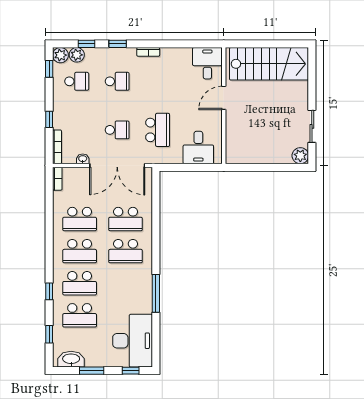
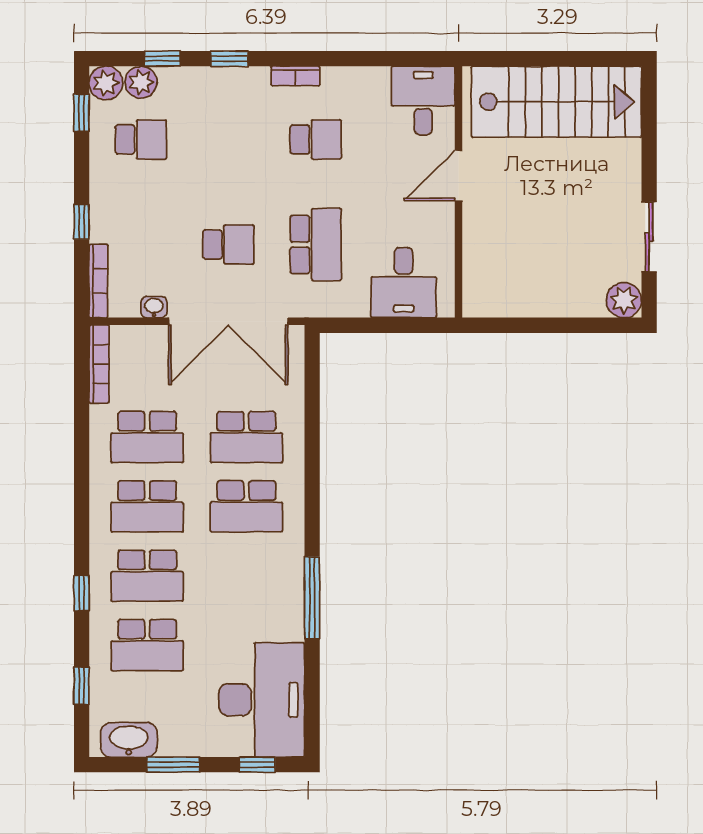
school desk: (117, 81) -> (316, 139), moved
bookcase: (57, 179) -> (99, 364), width x1.56

